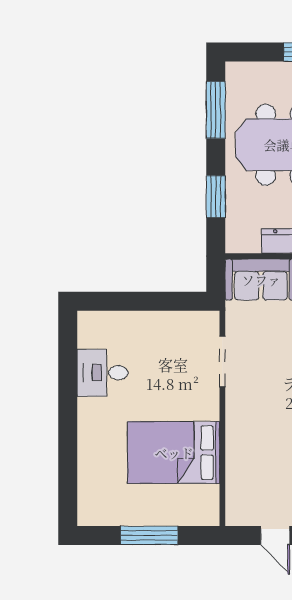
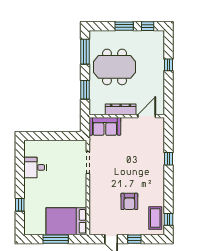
bed: (174, 453) -> (66, 221), moved
window: (68, 457) -> (20, 205), added

